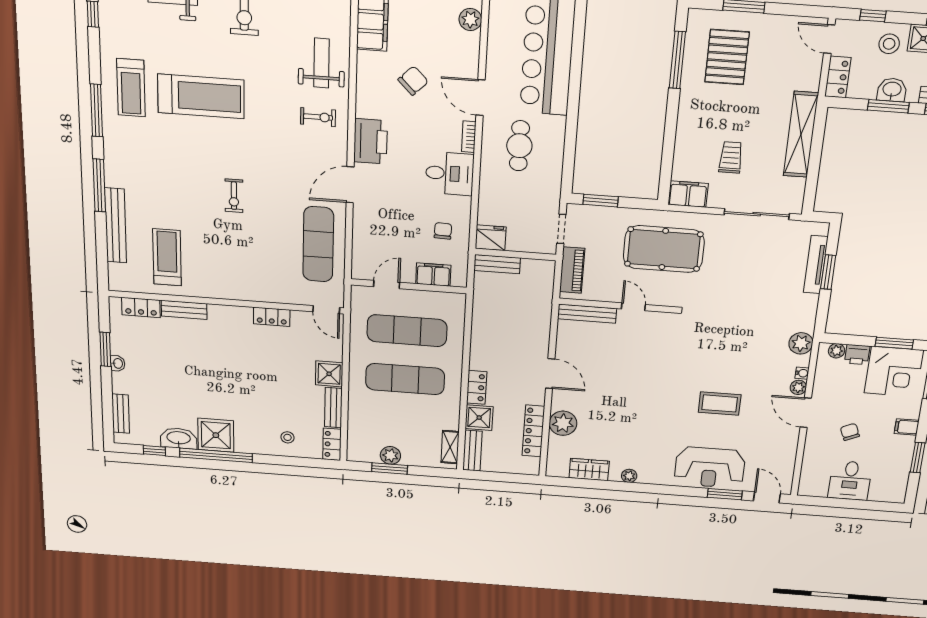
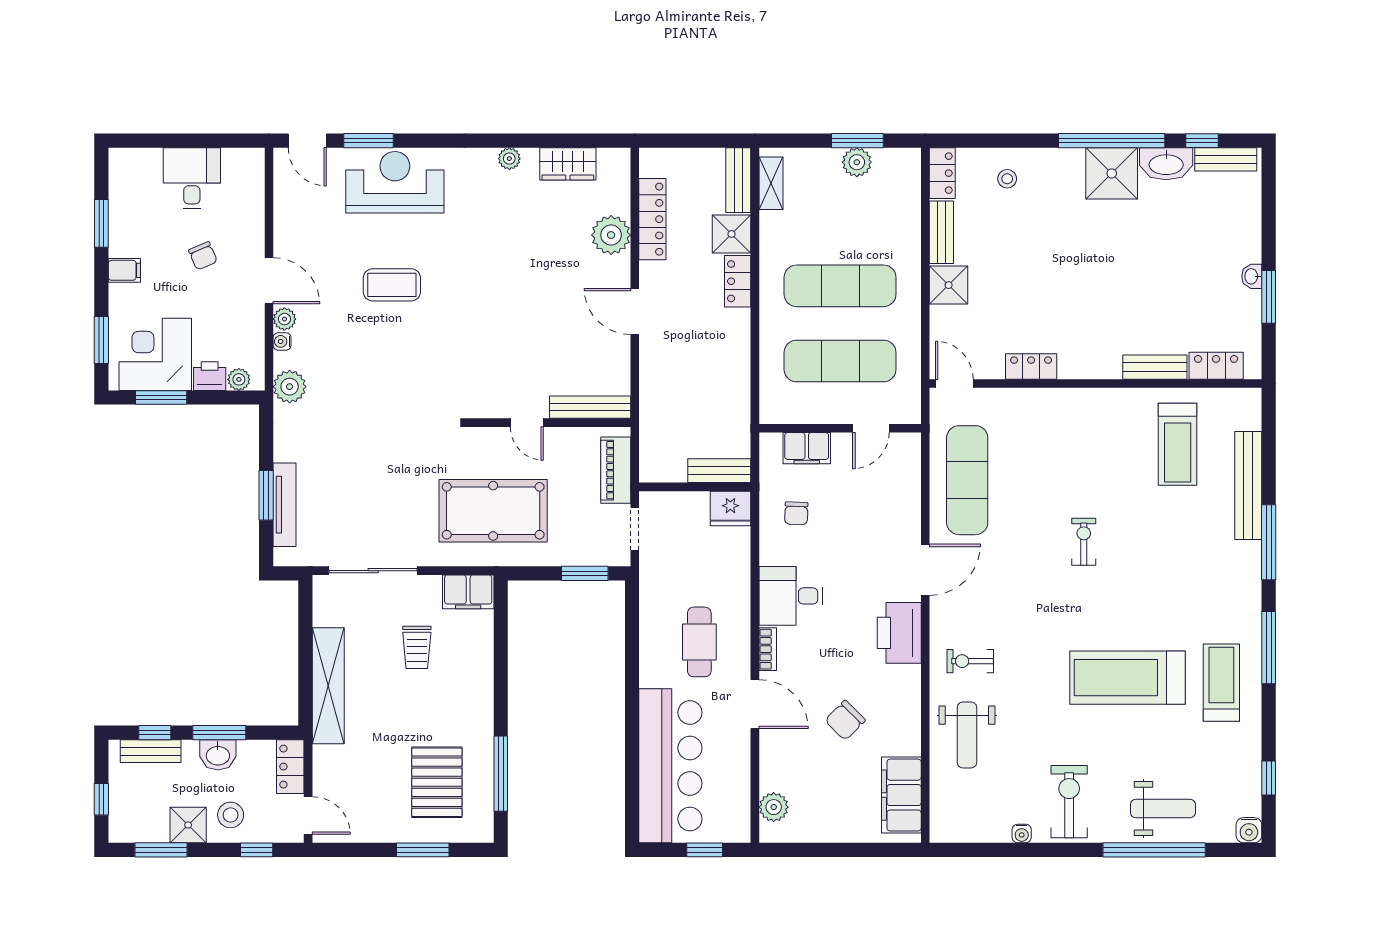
bench: (121, 414) -> (1226, 159), moved, turned 90

